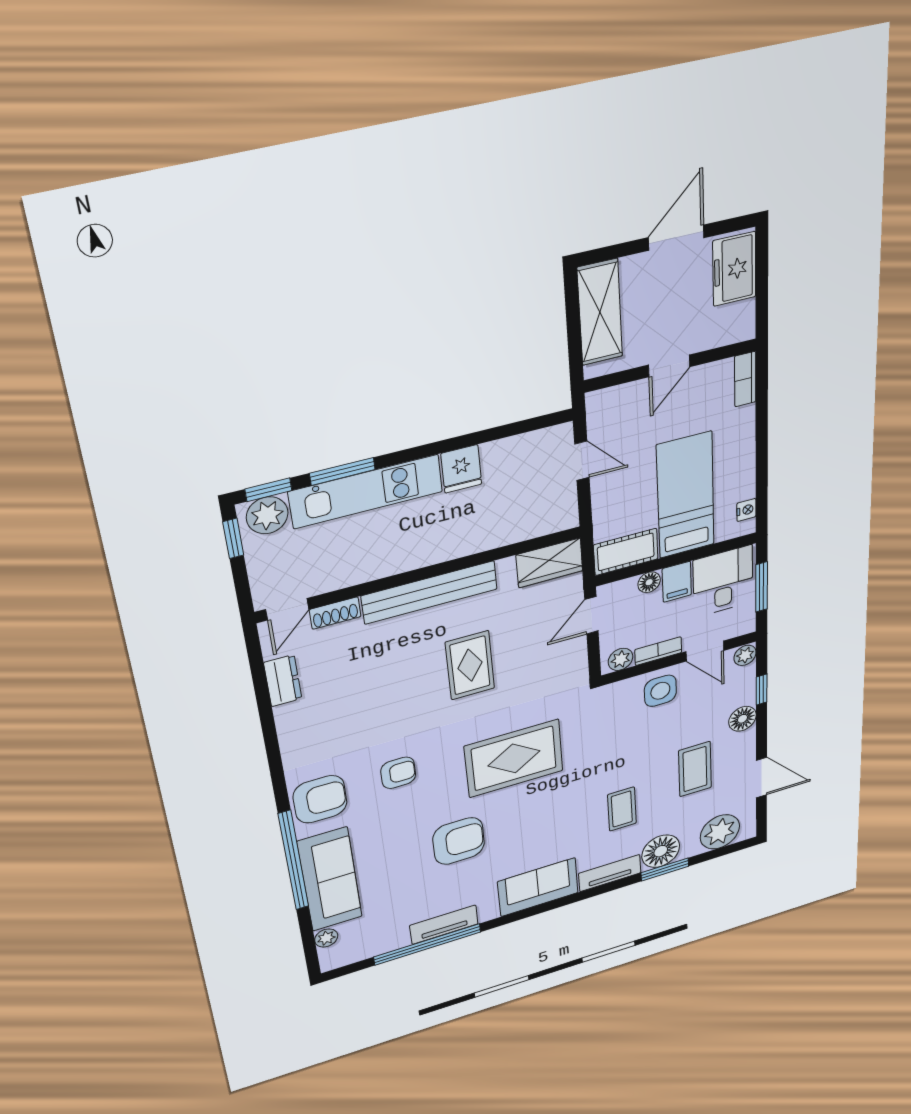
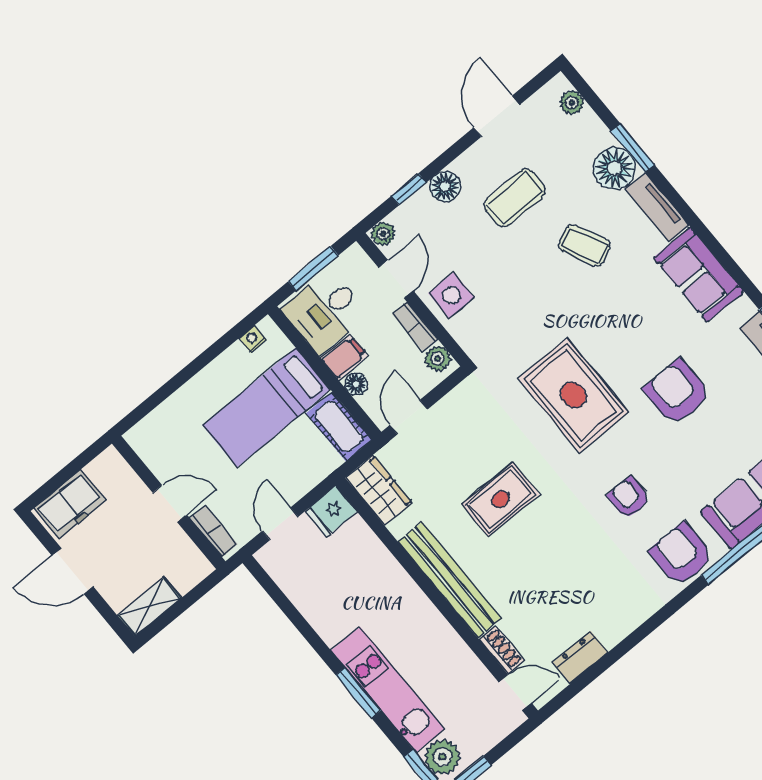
shelving: (600, 312) -> (149, 607), width x0.67, depth x0.75
bookcase: (745, 379) -> (214, 531), moved, turned -90
fridge: (461, 469) -> (331, 511), moved, turned 180
window: (342, 471) -> (358, 693), moved
door: (591, 615) -> (409, 417), swing flipped
coffee table: (622, 809) -> (584, 245), turned 65
plant: (720, 832) -> (572, 103), width x0.53, depth x0.53

